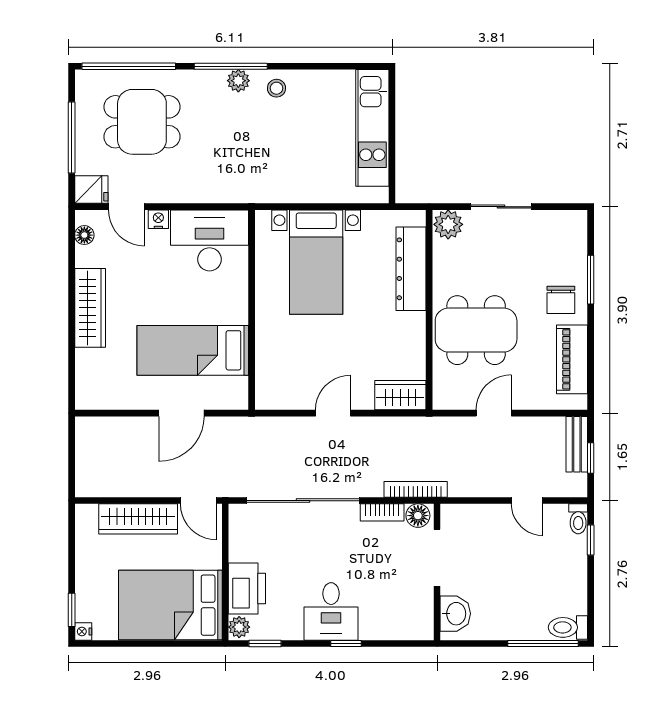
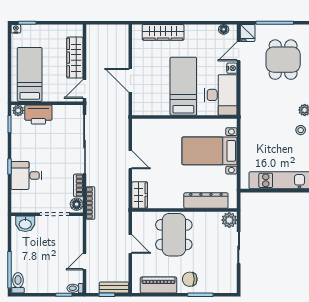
wardrobe: (90, 308) -> (163, 32), moved
bed: (193, 350) -> (183, 86), moved
bed: (170, 605) -> (30, 74), width x0.67
desk: (331, 611) -> (26, 176), moved

